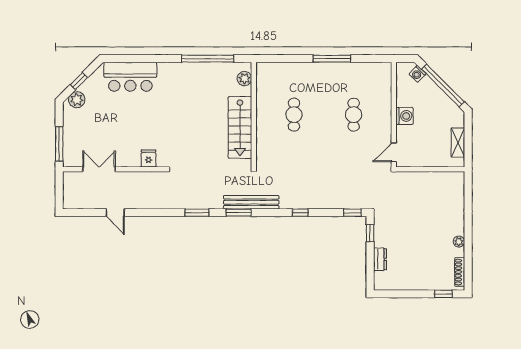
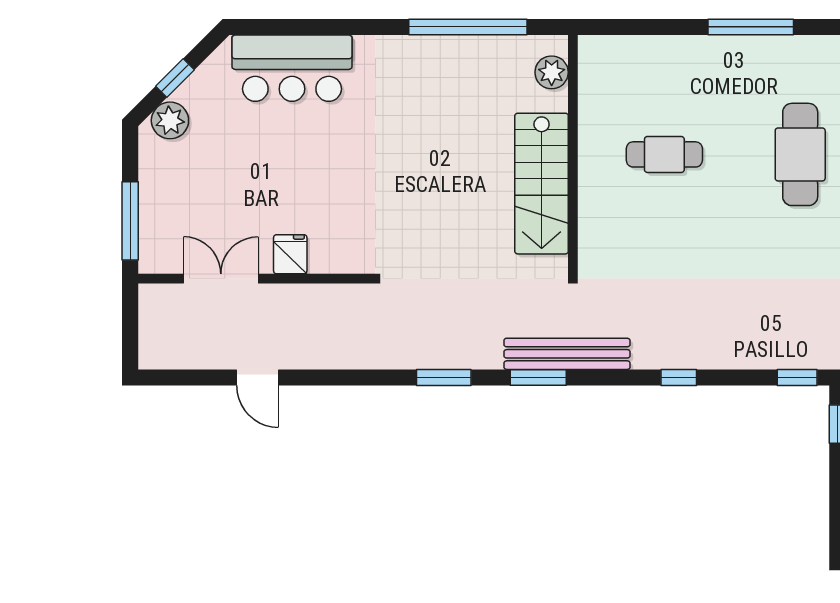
cafe table: (294, 115) -> (664, 154), turned 90
cafe table: (354, 115) -> (800, 154), width x1.37, depth x1.35
fridge: (149, 158) -> (290, 254), moved

